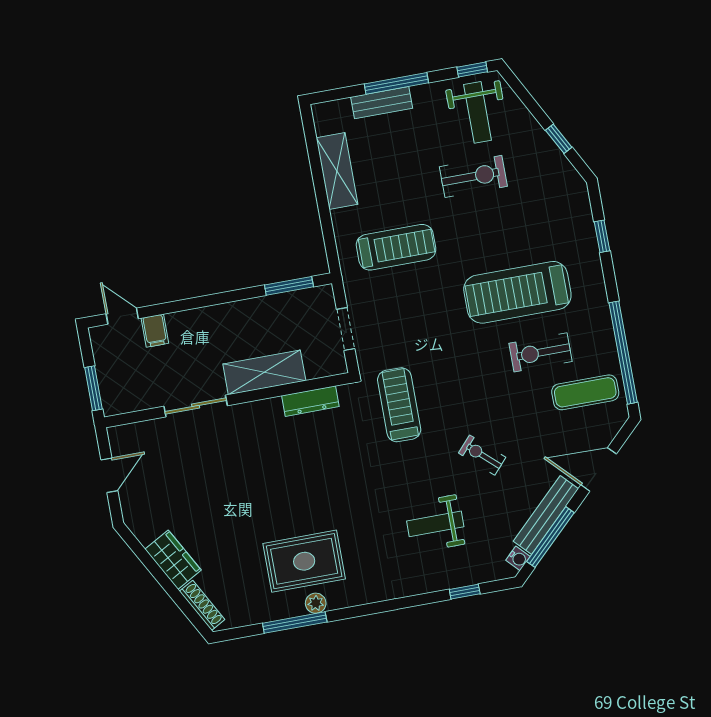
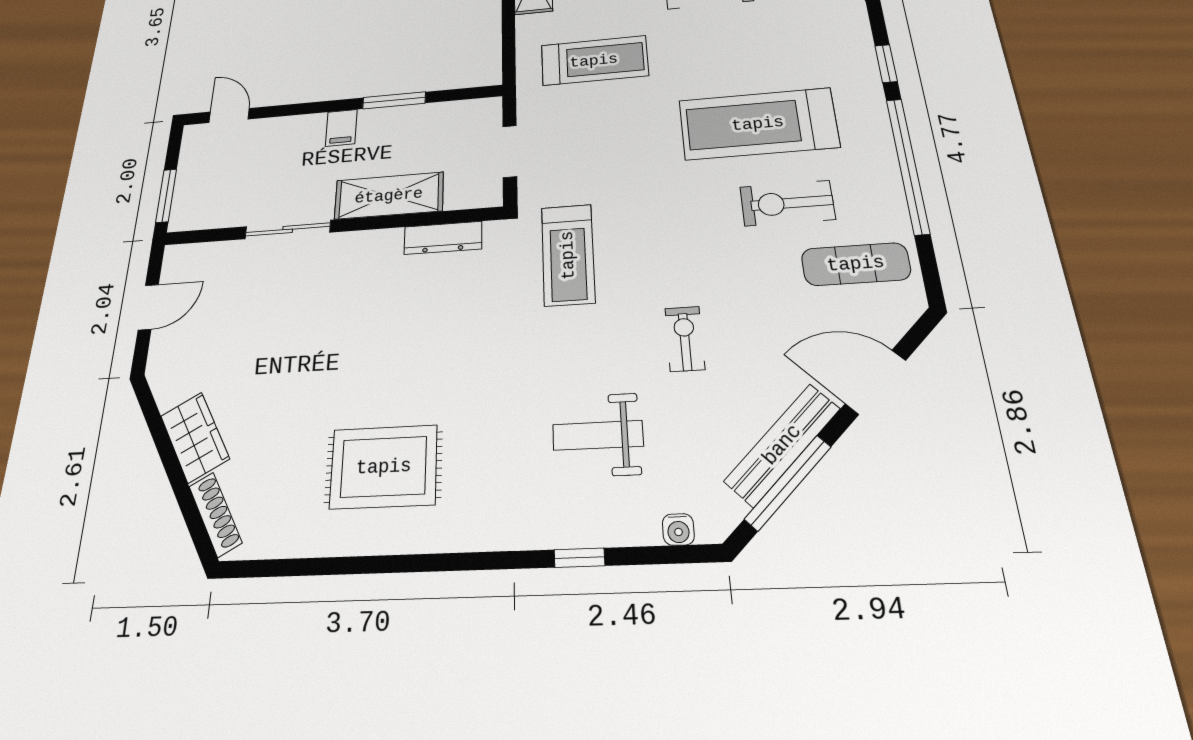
window: (289, 286) -> (394, 100), moved
filing cabinet: (155, 331) -> (341, 128), moved
window: (623, 353) -> (908, 165), moved
treadmill: (399, 405) -> (568, 255), turned 180
exercise bike: (482, 455) -> (685, 339), turned 48
water cooler: (518, 558) -> (678, 529), moved, turned 44
window: (465, 592) -> (579, 558), moved
plant: (316, 603) -> (386, 538), removed
window: (295, 623) -> (347, 566), removed

